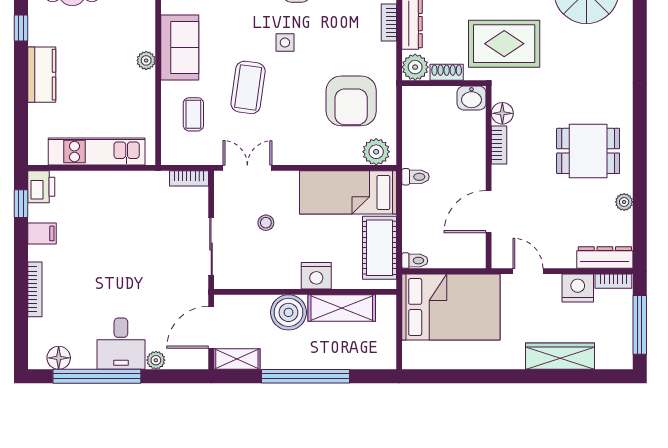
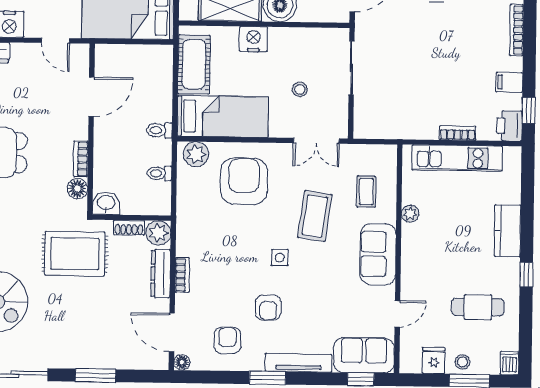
plant: (146, 60) -> (410, 214), moved
armchair: (351, 101) -> (244, 181), moved
bookcase: (189, 178) -> (458, 133), moved
toilet: (415, 261) -> (159, 173), moved

